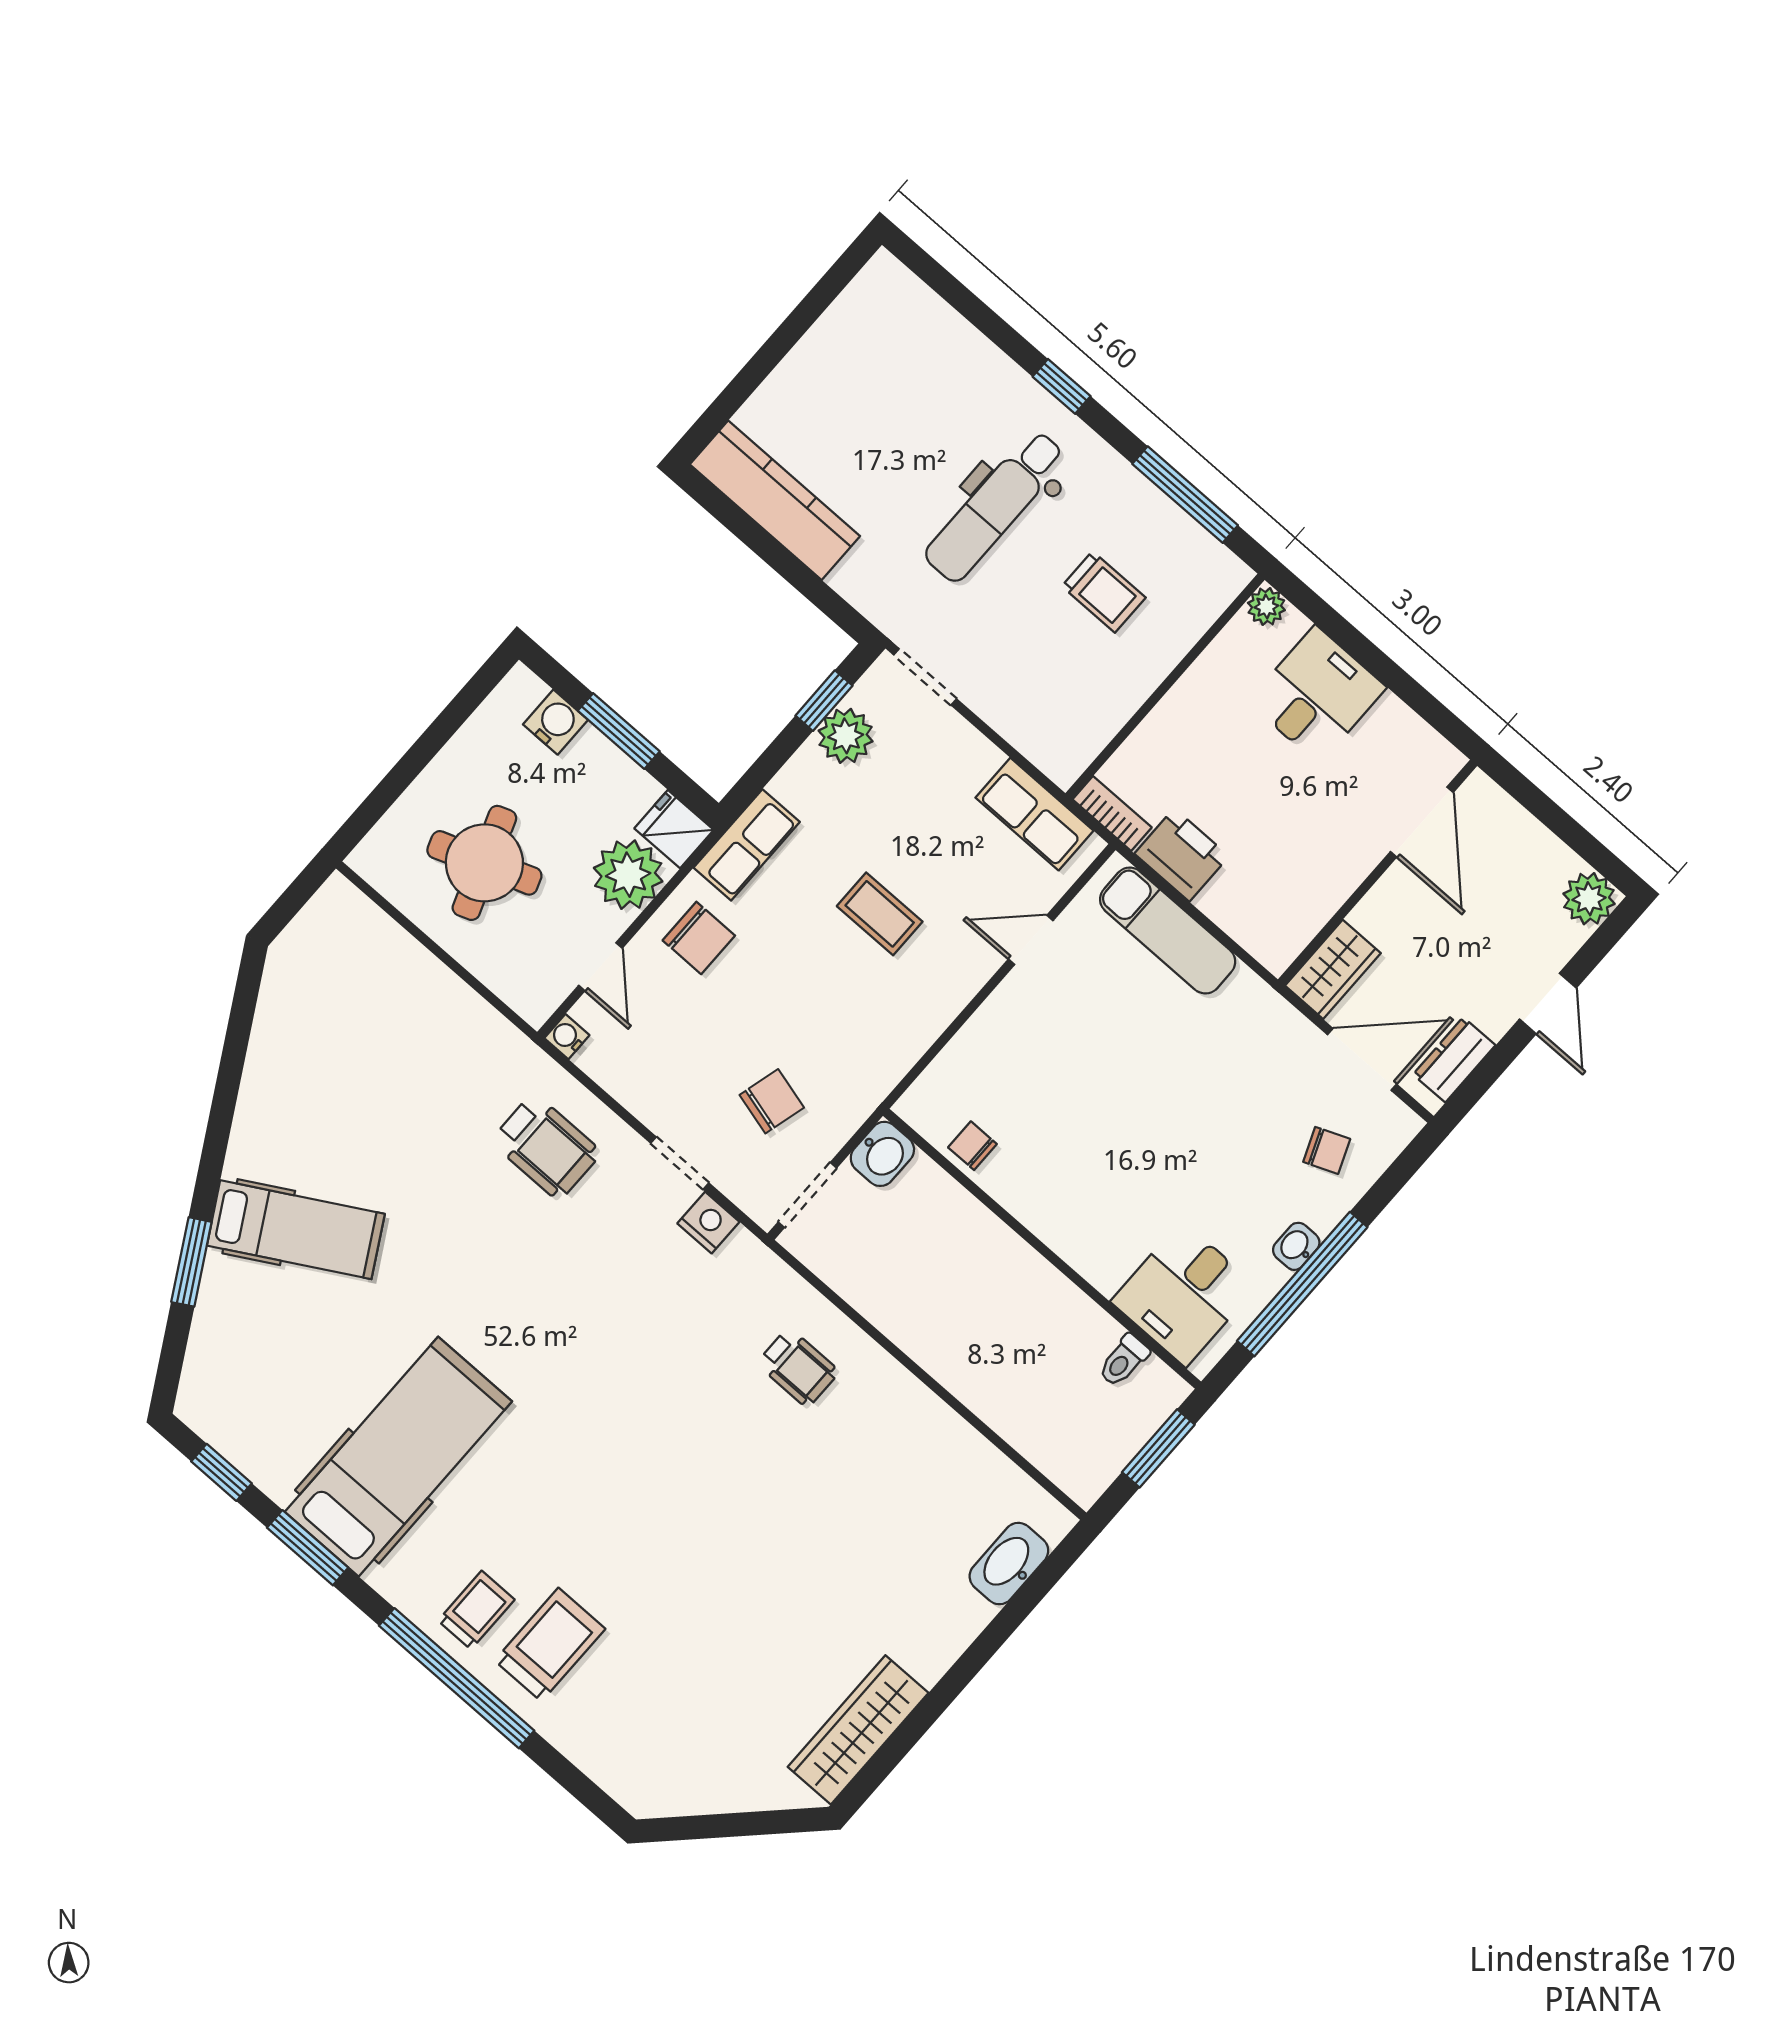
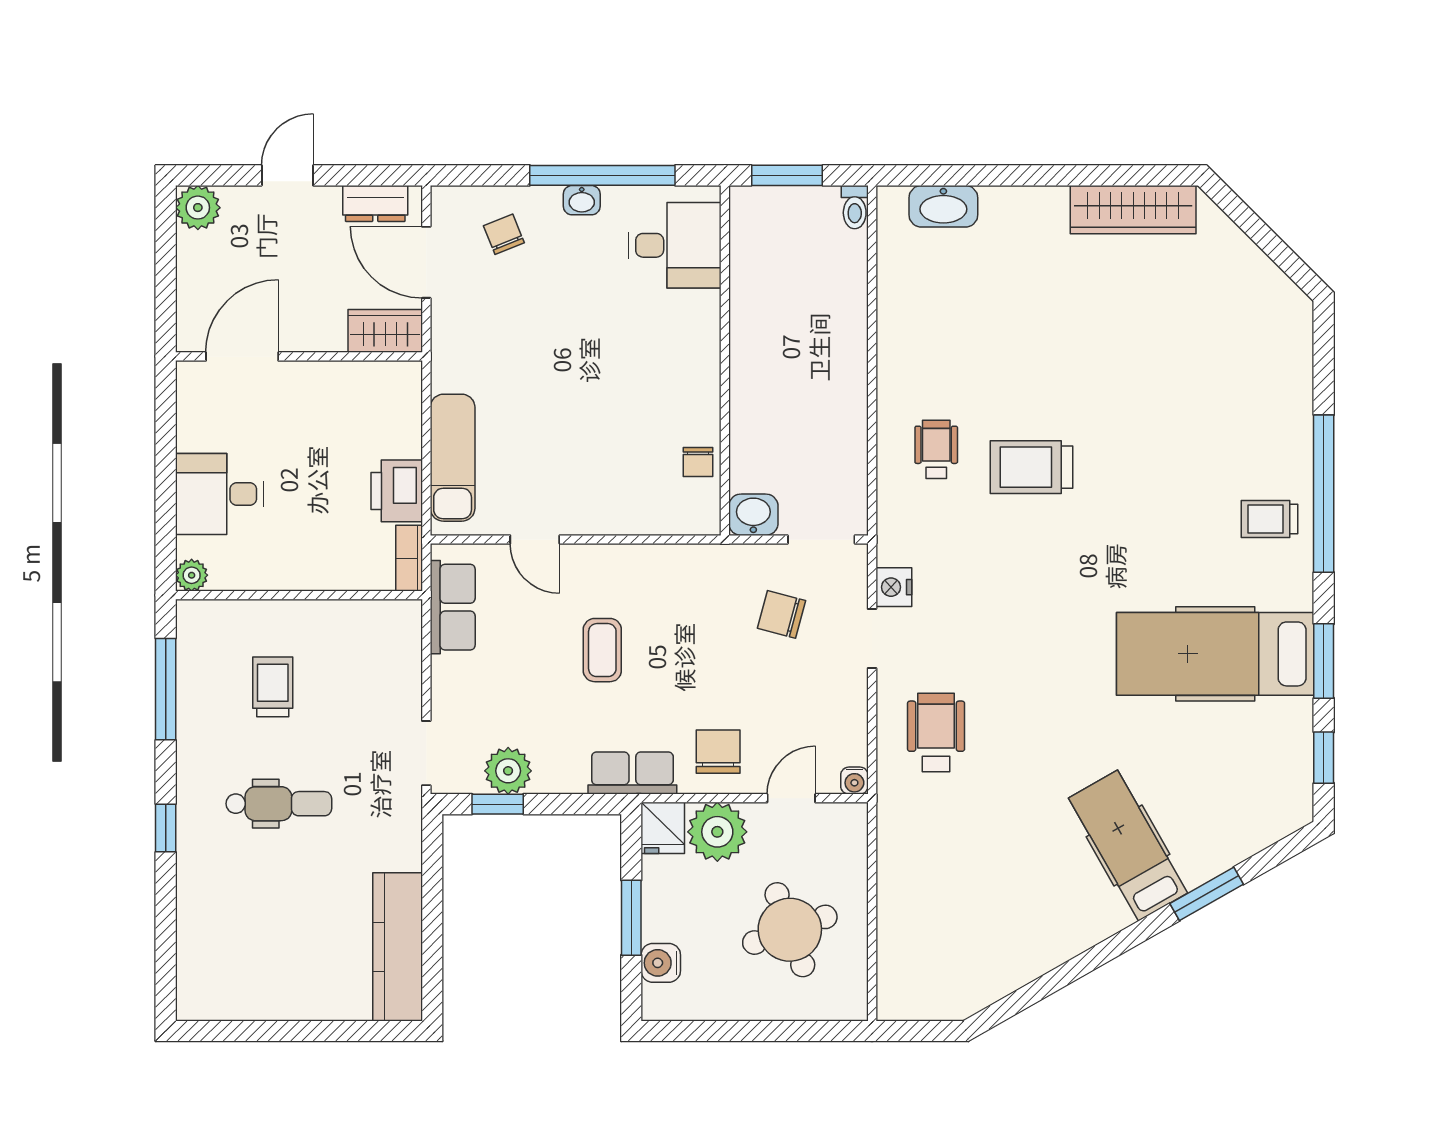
dental chair: (995, 506) -> (279, 804), width x0.73, depth x0.72
toilet: (1124, 1361) -> (855, 207), moved, turned 90
trolley: (550, 1645) -> (1032, 467), moved

